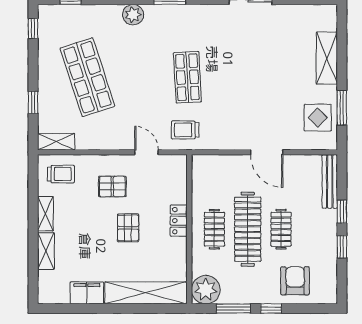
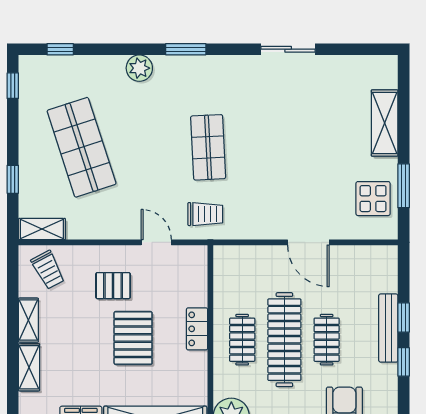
trolley: (185, 130) -> (205, 214), turned 180
trolley: (61, 174) -> (48, 270), turned 62
bench: (330, 181) -> (388, 328), moved
pallet: (128, 228) -> (133, 338), width x1.50, depth x1.42

